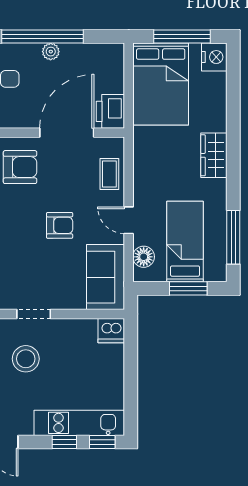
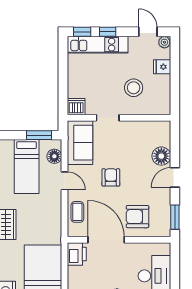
door: (67, 133) -> (106, 240), swing flipped
armchair: (60, 225) -> (111, 177), turned 90
window: (188, 288) -> (39, 135), moved
doorway: (34, 314) -> (108, 118), moved

